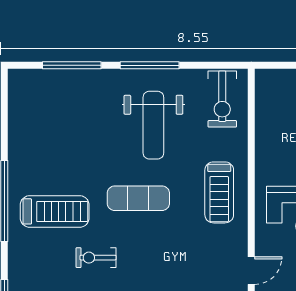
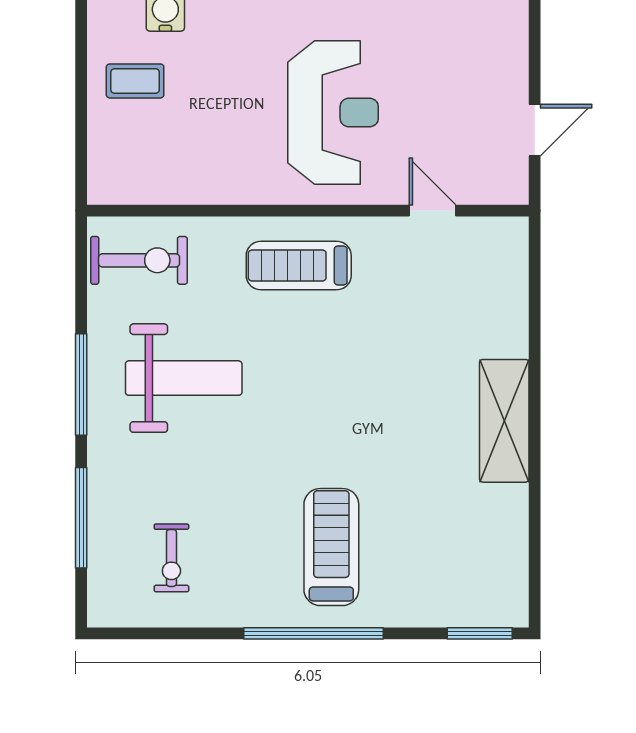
treadmill: (219, 192) -> (299, 266), turned 180
exercise mat: (138, 198) -> (309, 404), removed
exercise bike: (96, 258) -> (171, 558), moved

